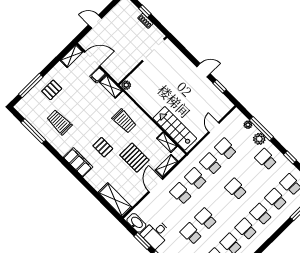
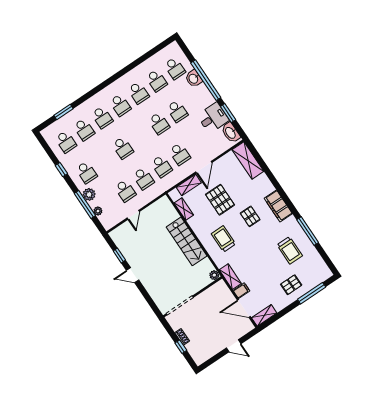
stairs: (175, 128) -> (187, 241), moved
window: (33, 131) -> (308, 231), moved

